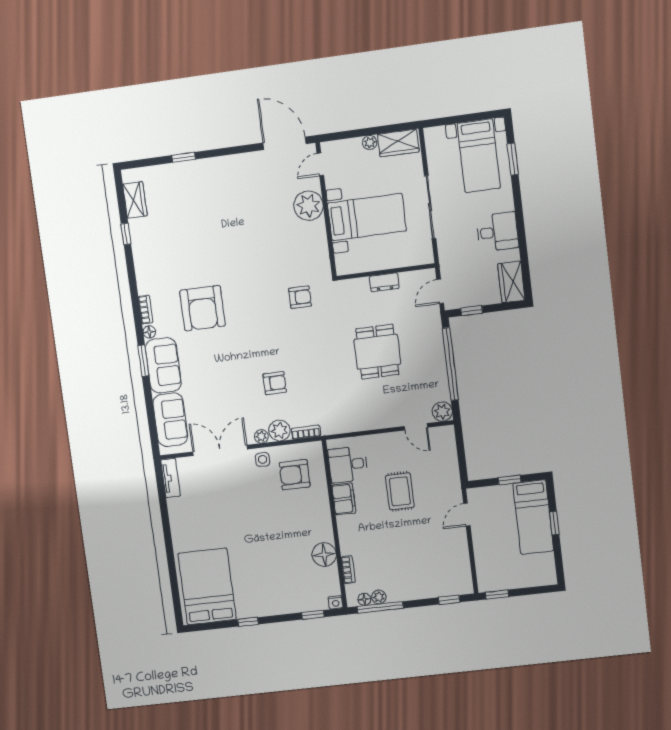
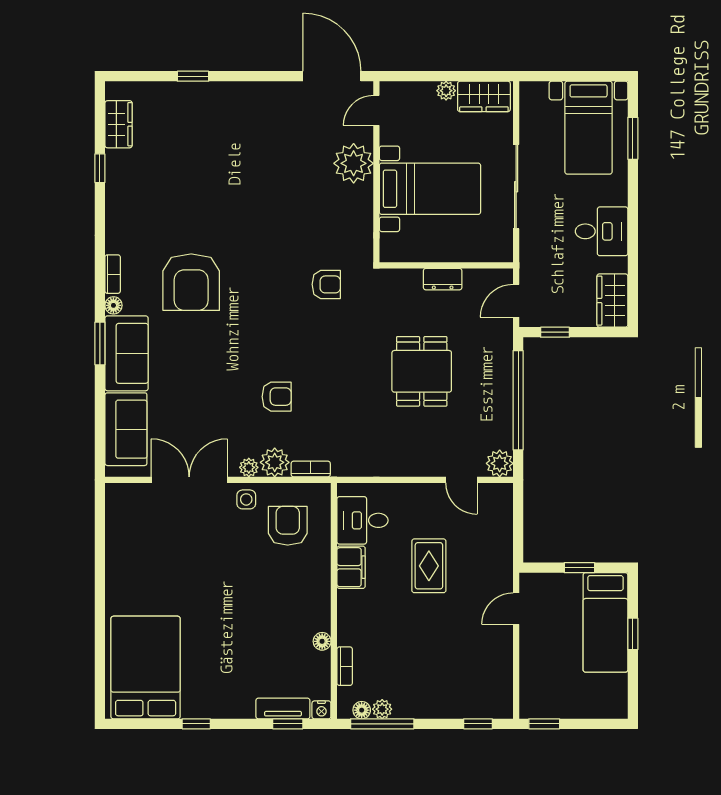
armchair: (295, 475) -> (288, 526), turned 90
tv unit: (171, 478) -> (283, 709), moved, turned -90
floor lamp: (324, 555) -> (322, 641), width x0.53, depth x0.53

